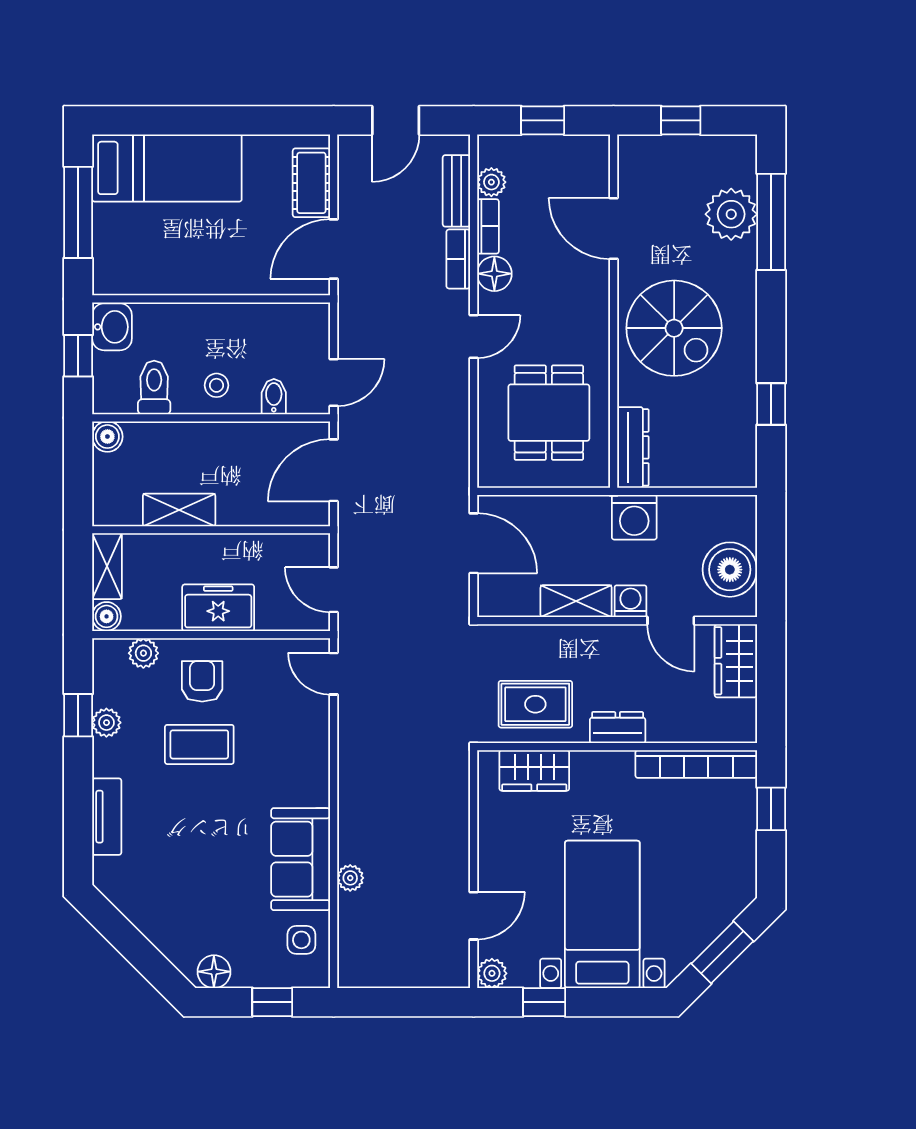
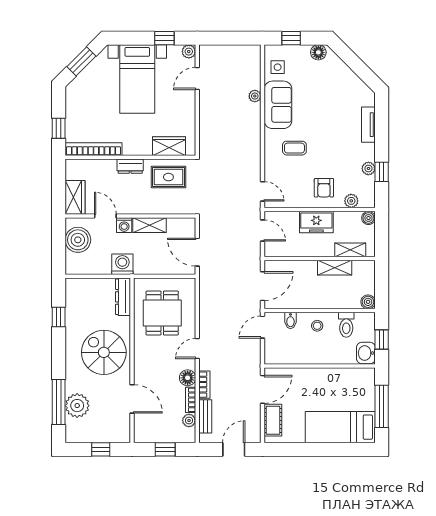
shelving: (107, 566) -> (350, 250), moved, turned 90
coffee table: (199, 744) -> (294, 148), moved, width x0.73, depth x0.77

